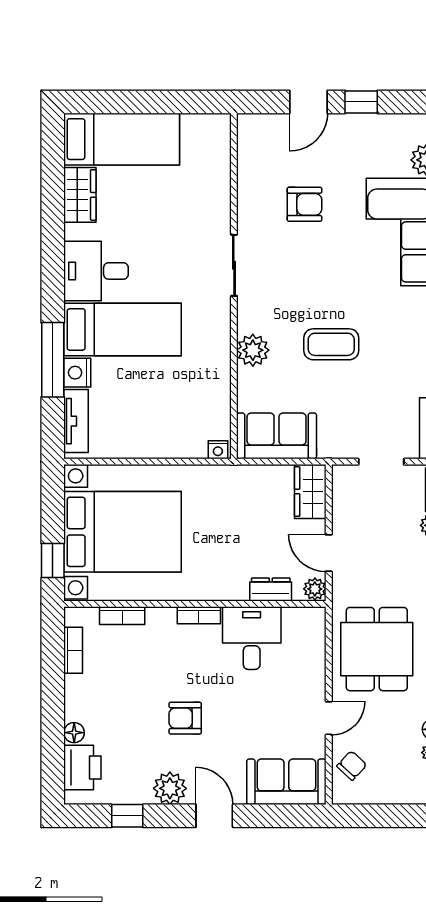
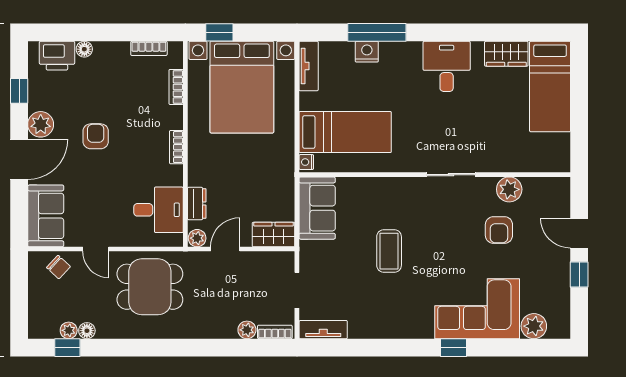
bed: (123, 329) -> (345, 132), moved, turned -90
plant: (253, 350) -> (509, 189), moved
tv unit: (76, 421) -> (309, 66), moved, turned -90
desk: (252, 638) -> (158, 210), moved
door: (214, 816) -> (19, 159), width x1.38

